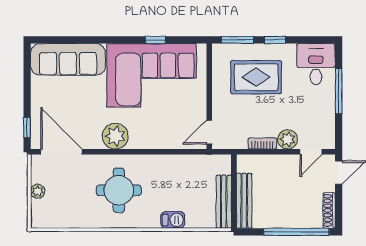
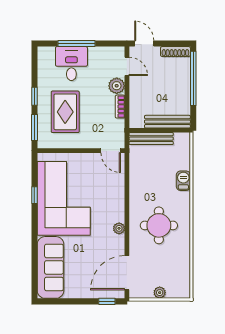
desk: (316, 64) -> (71, 64), moved, turned 90
plant: (115, 136) -> (119, 228), width x0.53, depth x0.53
bench: (224, 202) -> (151, 139), moved

